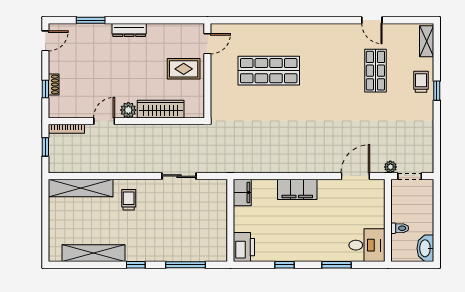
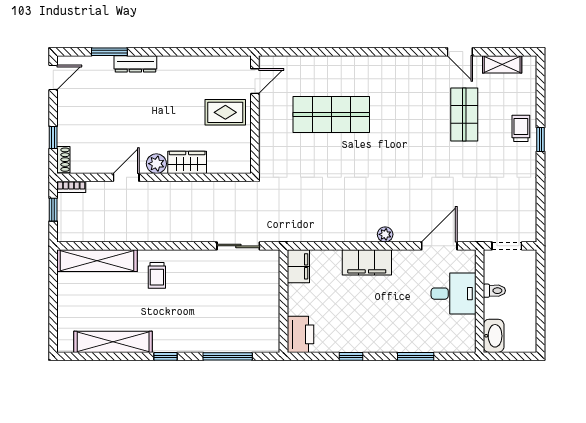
dresser: (129, 30) -> (135, 64), moved
shelving: (427, 41) -> (502, 64), moved, turned 90
shoe rack: (54, 84) -> (63, 160), moved
wardrobe: (161, 109) -> (187, 162), width x0.67
bookcase: (66, 129) -> (71, 187), width x0.64
plant: (390, 167) -> (385, 234), moved
sliding door: (179, 176) -> (238, 246), moved
trolley: (129, 200) -> (157, 275), turned 180
toilet: (400, 228) -> (494, 291), moved
desk: (367, 245) -> (453, 294), moved
washbasin: (425, 248) -> (494, 336), moved, turned 180

